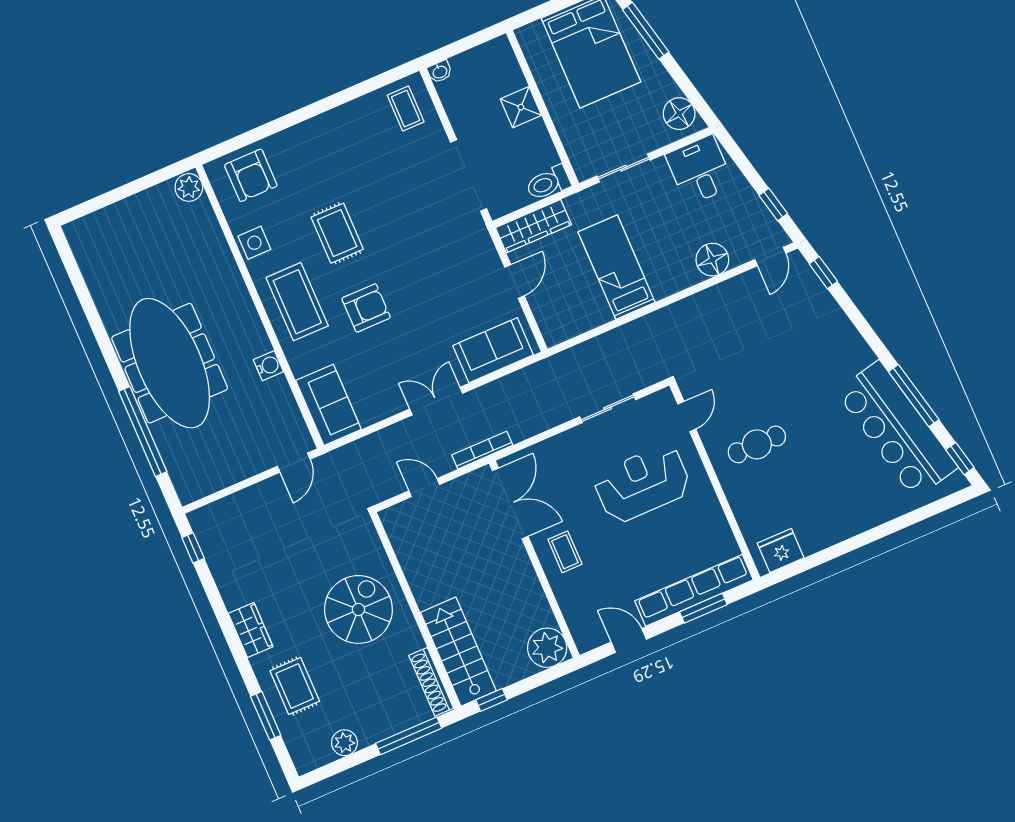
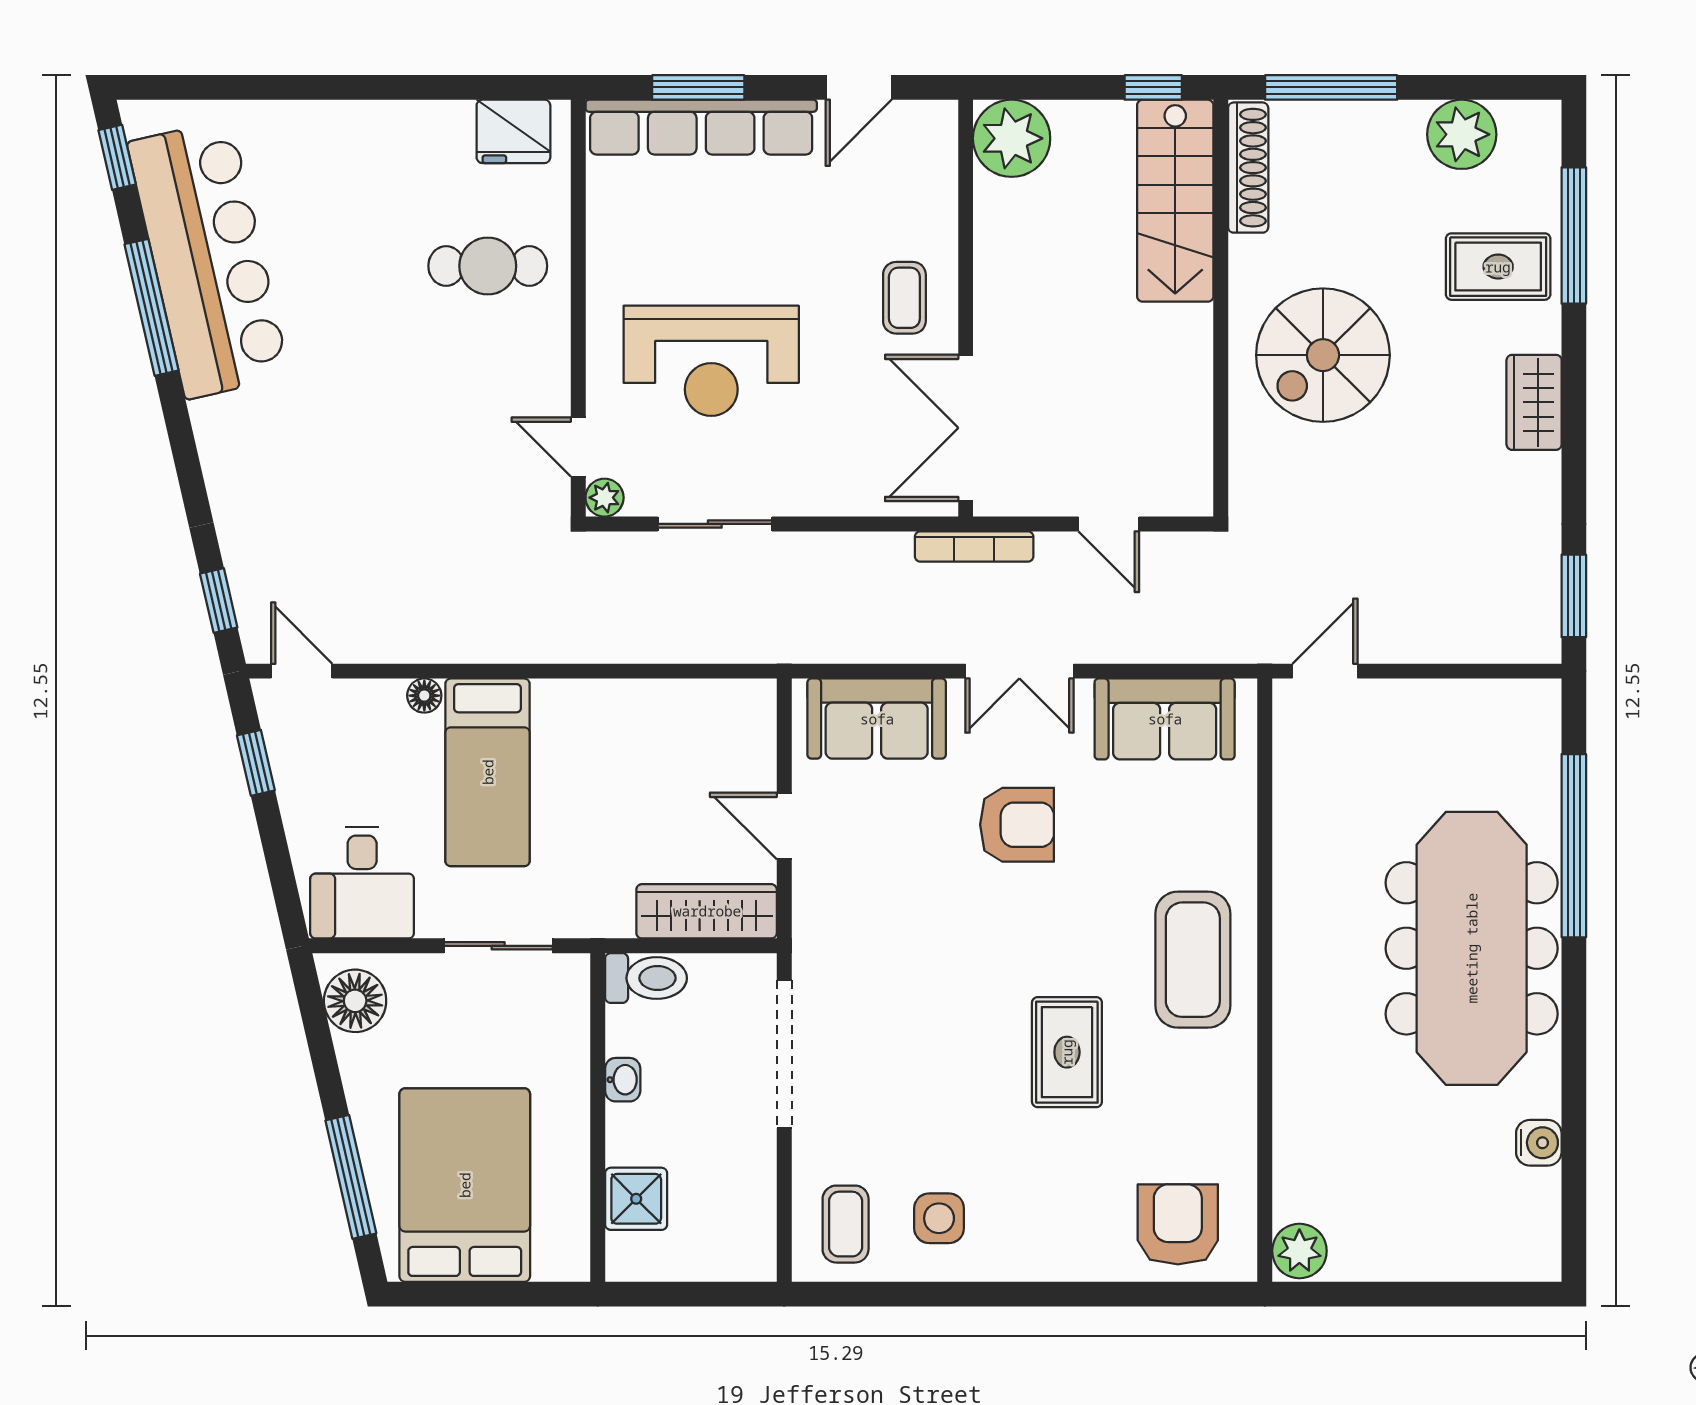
washbasin: (440, 72) -> (623, 1080), moved, turned 90
shower: (521, 107) -> (636, 1199), moved
side table: (254, 243) -> (939, 1218), moved
door: (770, 256) -> (302, 671), hinge flipped
floor lamp: (712, 260) -> (424, 696), width x0.53, depth x0.53
bed: (617, 267) -> (488, 772), moved
door: (514, 282) -> (784, 826), hinge flipped
armchair: (366, 308) -> (1017, 825), moved, turned 180
water cooler: (268, 366) -> (1539, 1143), moved, turned 180
plant: (664, 398) -> (605, 498), added
sofa: (329, 405) -> (1165, 719), moved, turned -90
door: (687, 417) -> (578, 447), hinge flipped
cafe table: (757, 444) -> (488, 266), moved
window: (193, 548) -> (1574, 596), width x1.50
door: (629, 641) -> (859, 87), hinge flipped
rug: (295, 686) -> (1498, 267), turned 90
window: (266, 716) -> (1574, 235), width x1.44
plant: (344, 743) -> (1462, 134), width x1.36, depth x1.36

